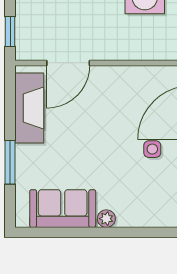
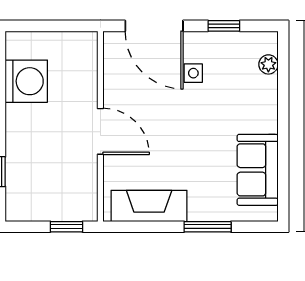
door: (68, 63) -> (100, 131), moved
plant: (106, 219) -> (268, 64), moved

